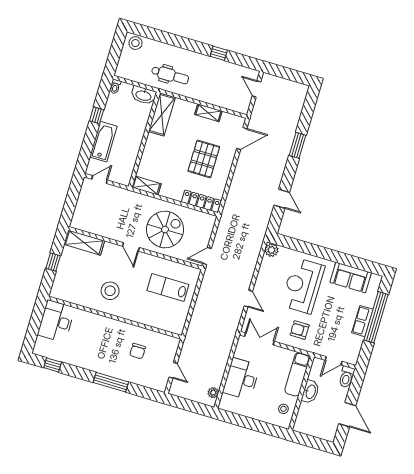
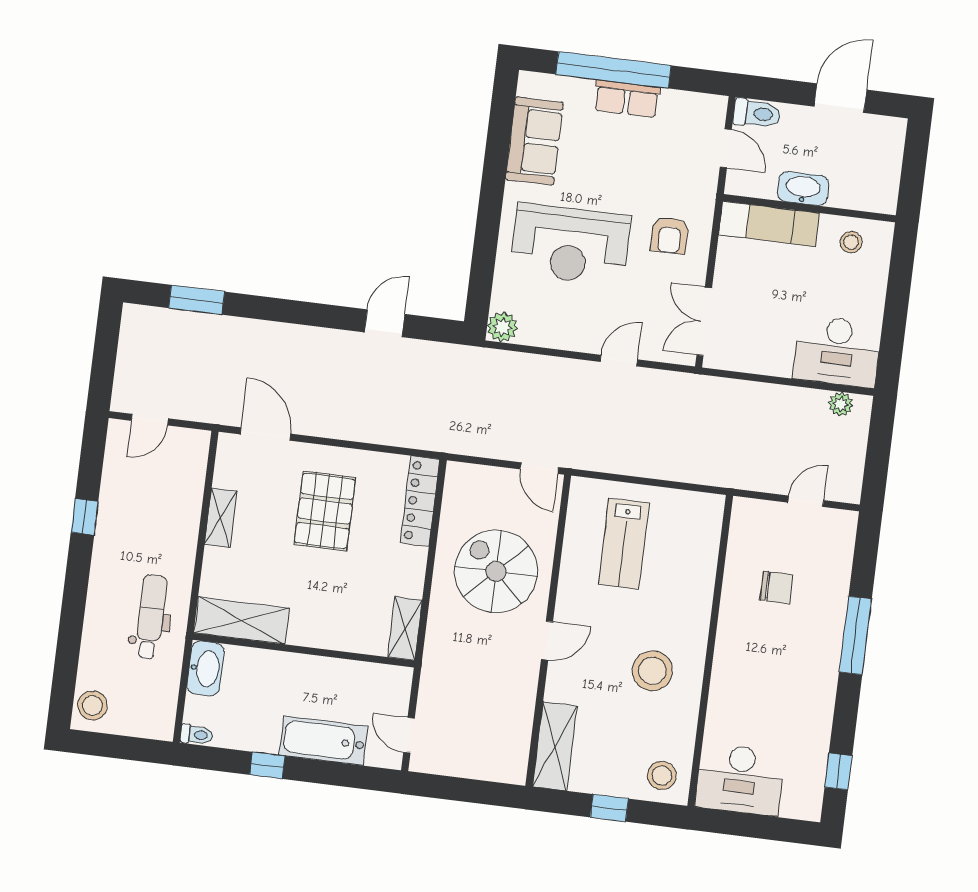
window: (298, 145) -> (197, 300), moved
pallet: (204, 159) -> (325, 511), turned 90
stool: (64, 287) -> (662, 775), added
desk: (241, 379) -> (837, 351), moved

